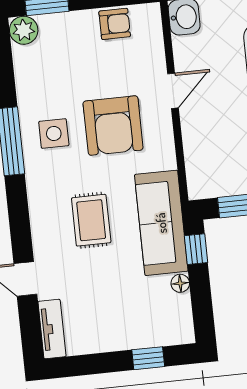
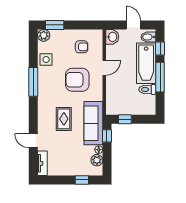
armchair: (115, 24) -> (82, 47), moved
armchair: (113, 126) -> (77, 80), turned 90
side table: (54, 134) -> (46, 59), moved
plant: (178, 308) -> (97, 160), added

